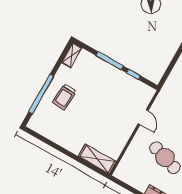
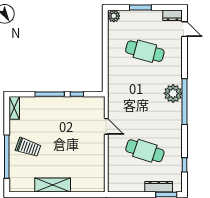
trolley: (64, 97) -> (28, 147), turned -74
shelving: (97, 159) -> (53, 185), moved

